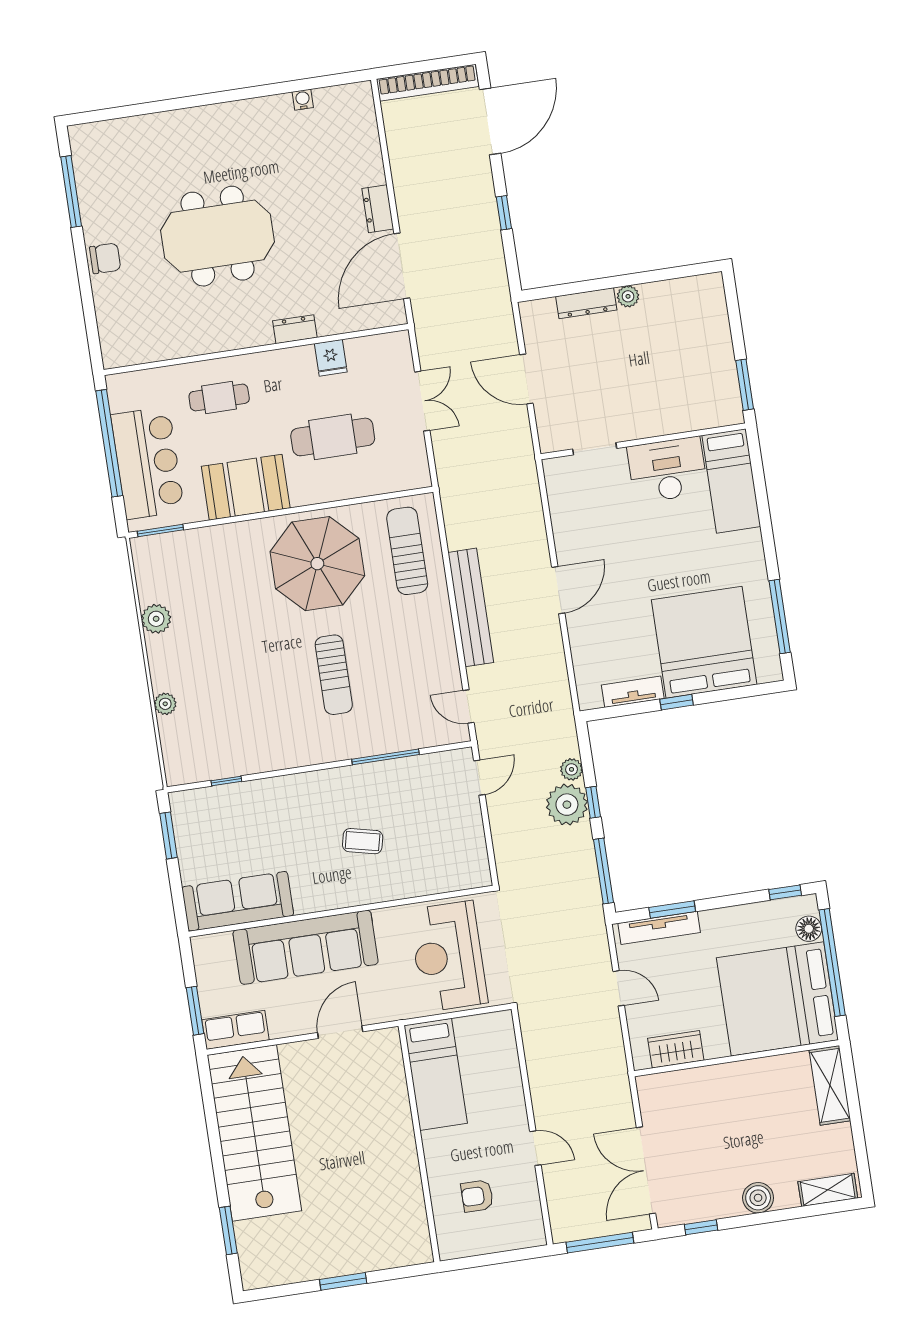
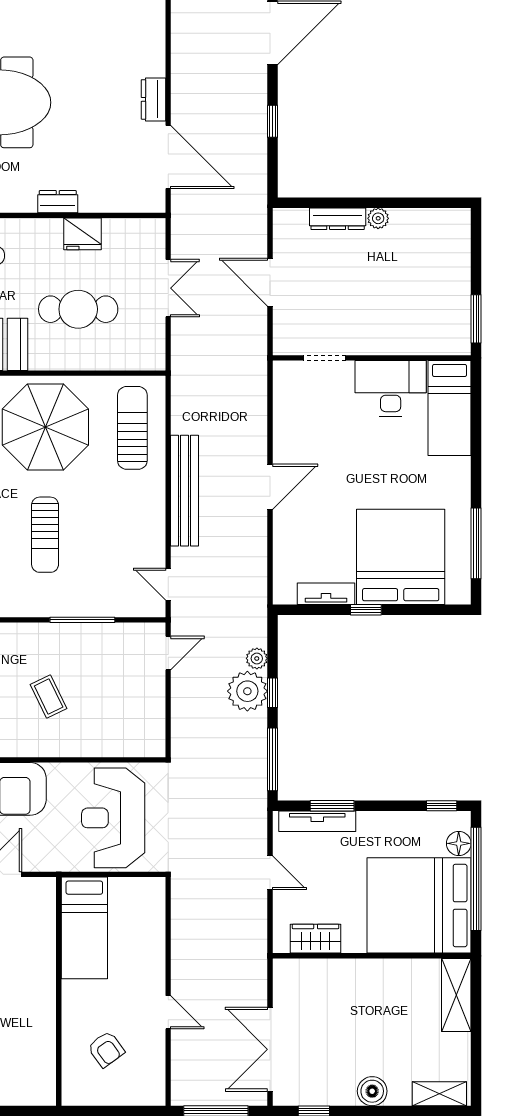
door: (402, 266) -> (168, 157), swing flipped
fridge: (331, 358) -> (82, 234), width x1.38
coffee table: (363, 841) -> (49, 697), turned 51
armchair: (477, 1196) -> (106, 1049), turned -126

